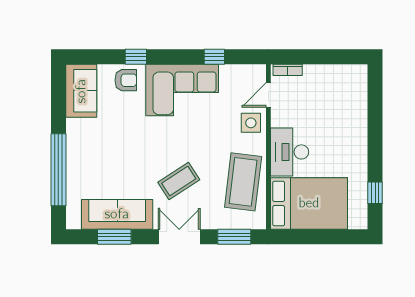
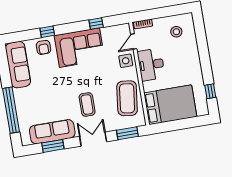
armchair: (126, 80) -> (44, 47), turned 90
sofa: (81, 91) -> (18, 65), width x1.36
stool: (338, 91) -> (176, 32), added
desk: (290, 152) -> (151, 65), moved
coffee table: (179, 181) -> (87, 105), turned -57

